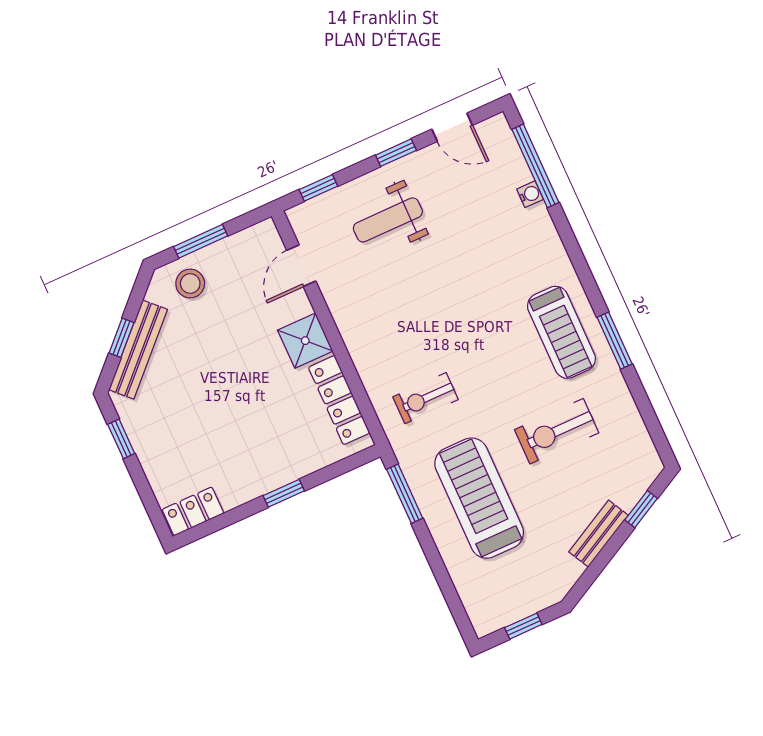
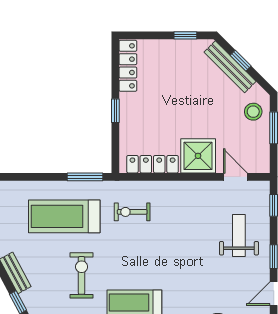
shower: (305, 341) -> (198, 156), width x1.36, depth x1.36
exercise bike: (426, 398) -> (132, 212), turned -90
treadmill: (479, 498) -> (64, 216), turned 180
locker: (193, 511) -> (128, 66), width x1.53

